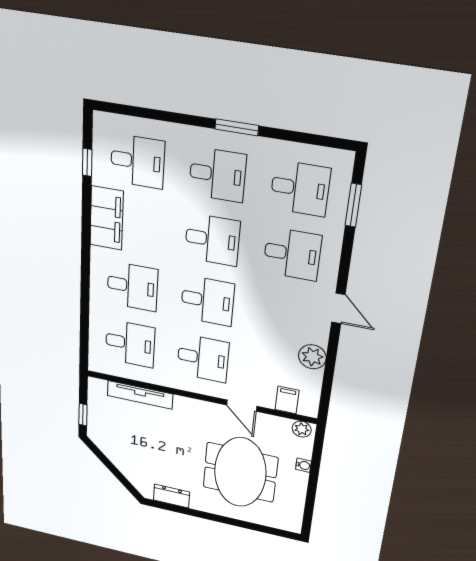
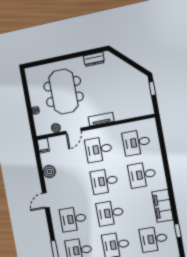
door: (338, 308) -> (46, 200), hinge flipped
tv unit: (140, 395) -> (101, 119), moved, width x0.71
filing cabinet: (287, 400) -> (43, 146), moved
door: (242, 406) -> (73, 131), swing flipped
plant: (302, 429) -> (56, 128), moved

